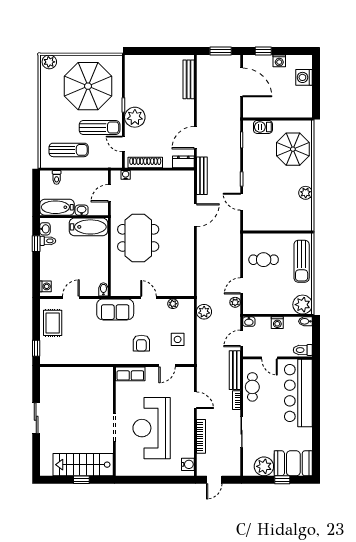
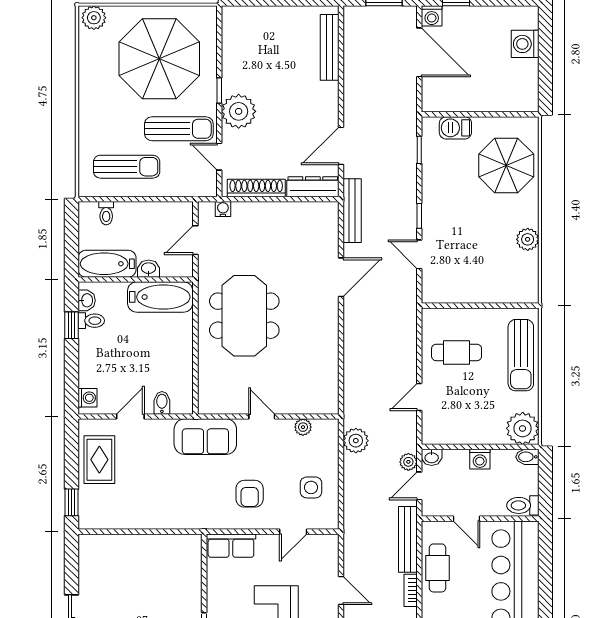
washing machine: (279, 61) -> (432, 16), moved
dresser: (183, 162) -> (313, 187), width x1.44
bidet: (103, 289) -> (162, 403), moved
plant: (235, 302) -> (408, 462), moved

